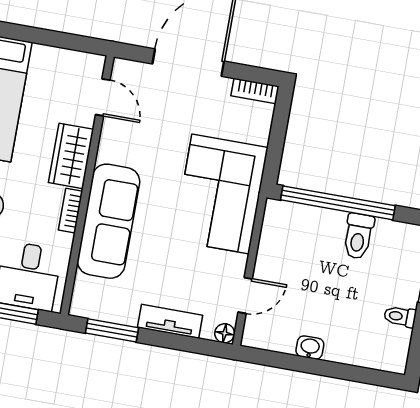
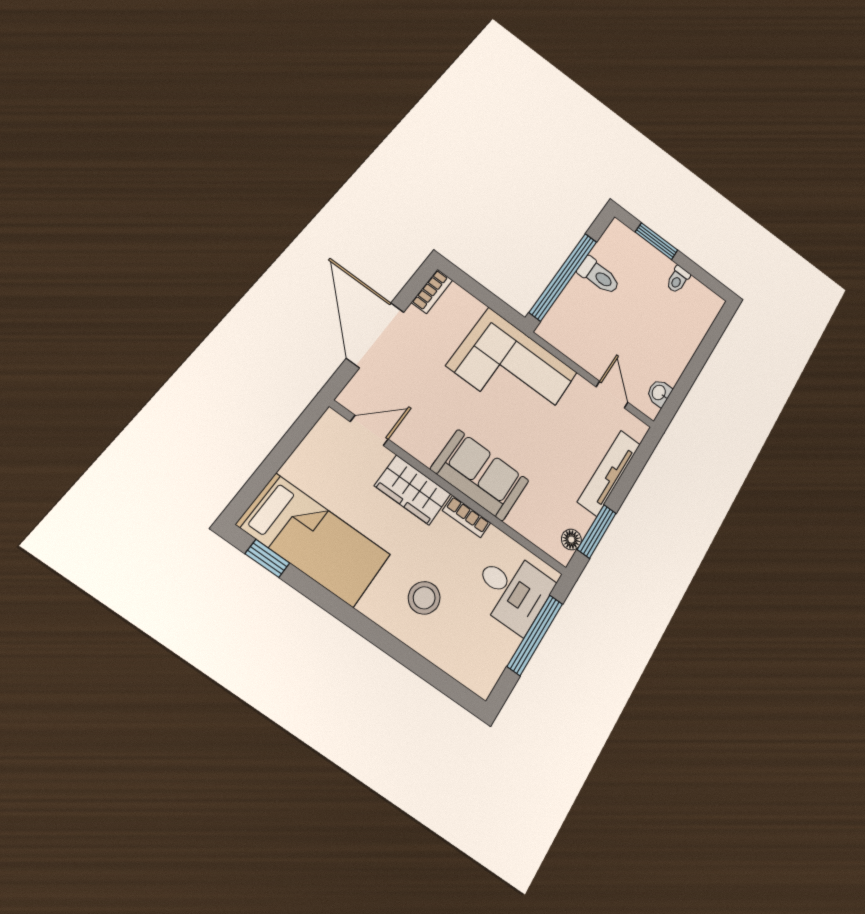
sofa: (109, 221) -> (480, 475), width x0.73
tv unit: (170, 321) -> (609, 473), width x1.41
floor lamp: (225, 333) -> (571, 540), moved
washbasin: (310, 348) -> (659, 393), moved

